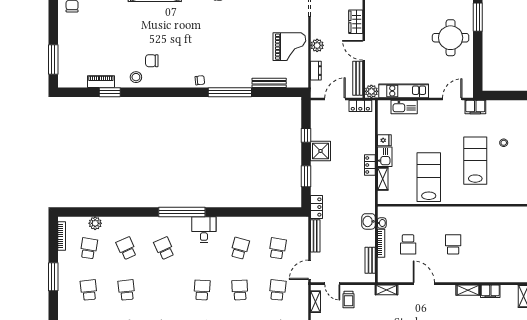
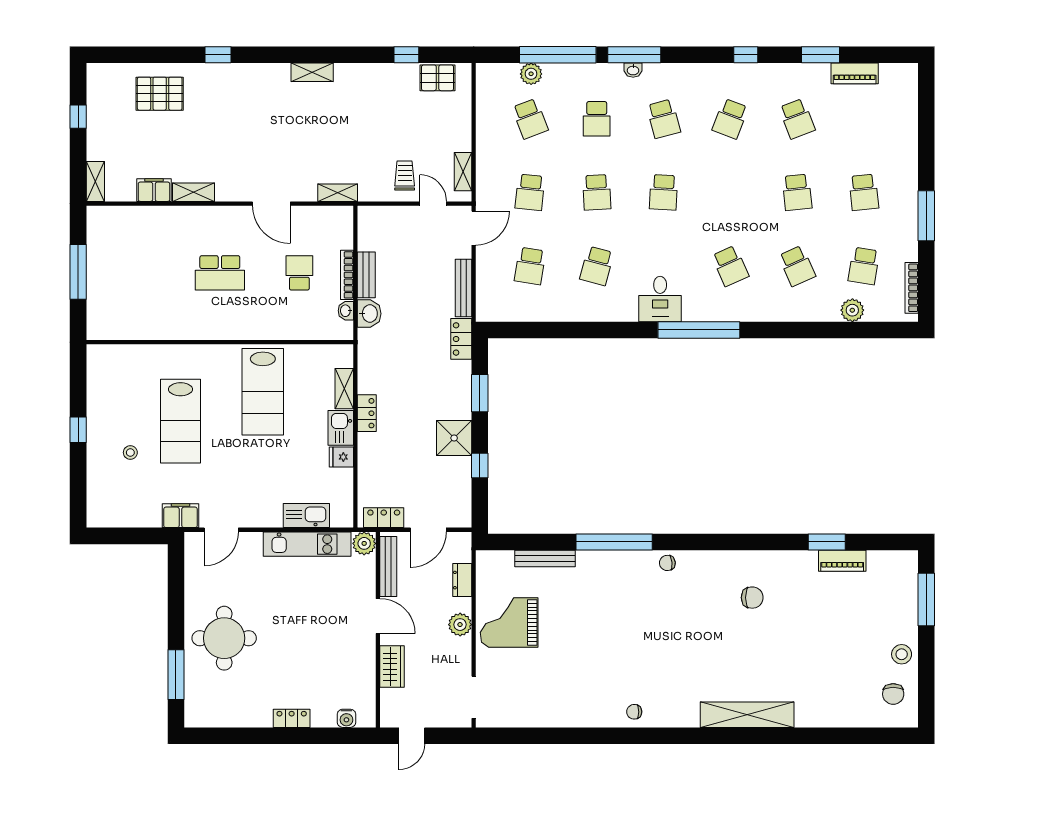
stool: (136, 77) -> (902, 654), moved
school desk: (453, 244) -> (220, 273), width x1.85
bench: (370, 260) -> (366, 275), moved

